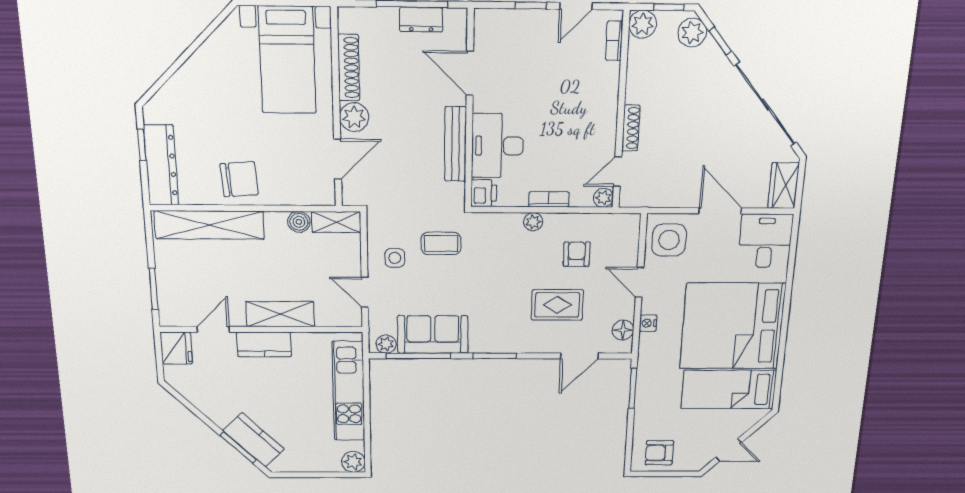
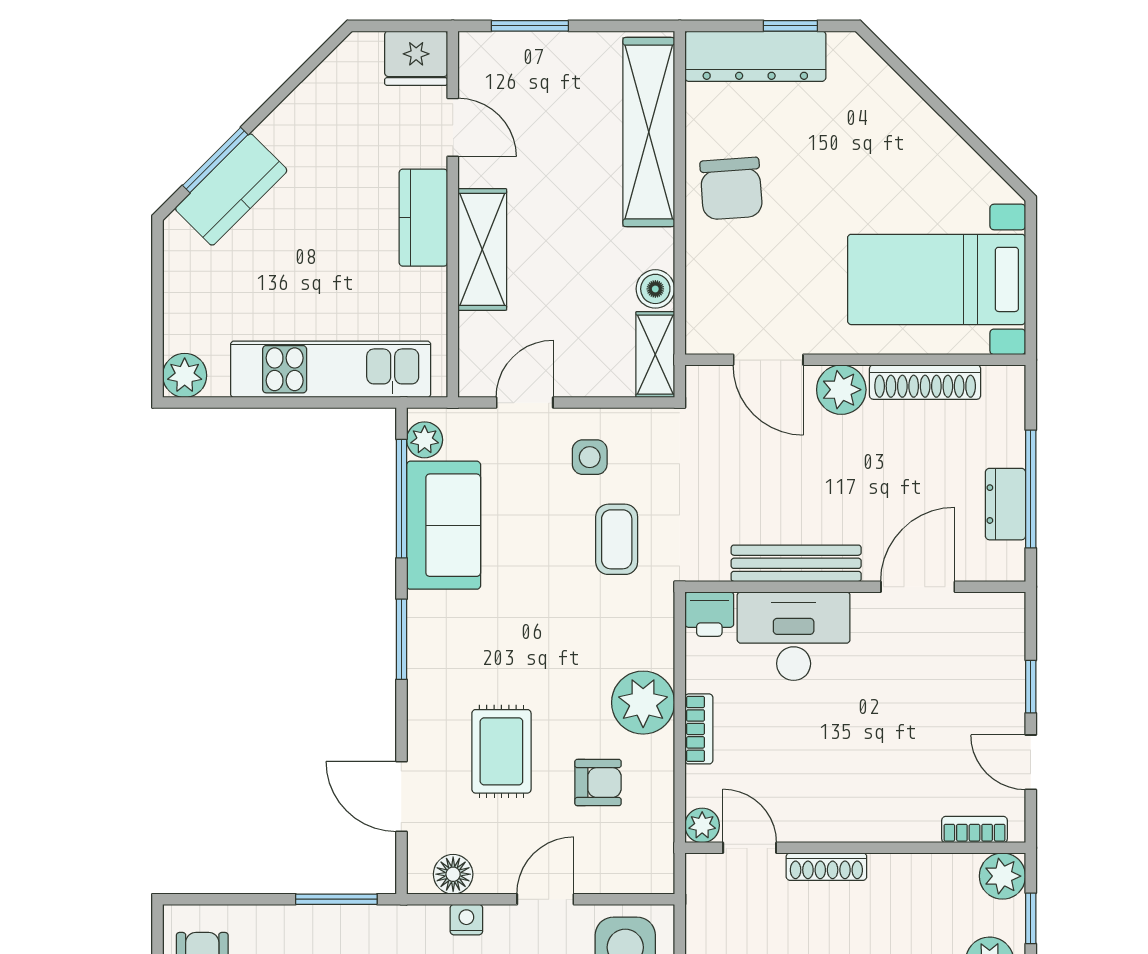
plant: (533, 222) -> (643, 703), width x1.88, depth x1.88

